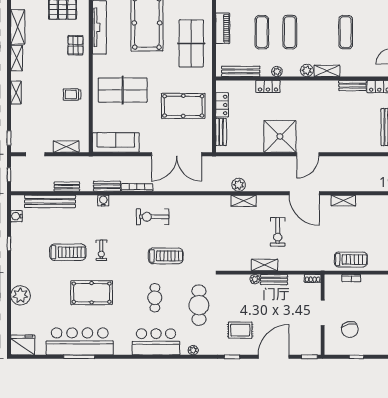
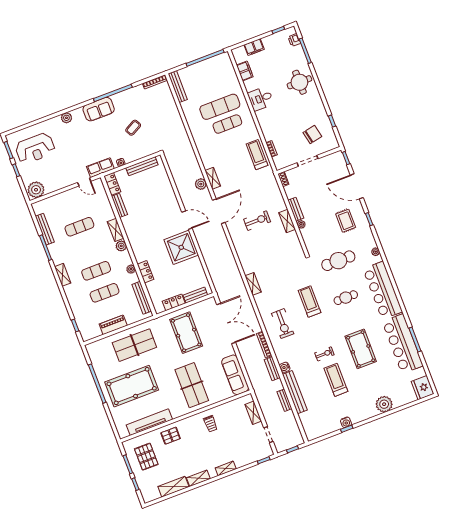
plant: (239, 185) -> (201, 184), moved
bench: (50, 201) -> (295, 392), moved
shelving: (244, 201) -> (253, 284), moved
water cooler: (16, 216) -> (346, 422), moved
bar counter: (156, 342) -> (383, 290), width x1.36

